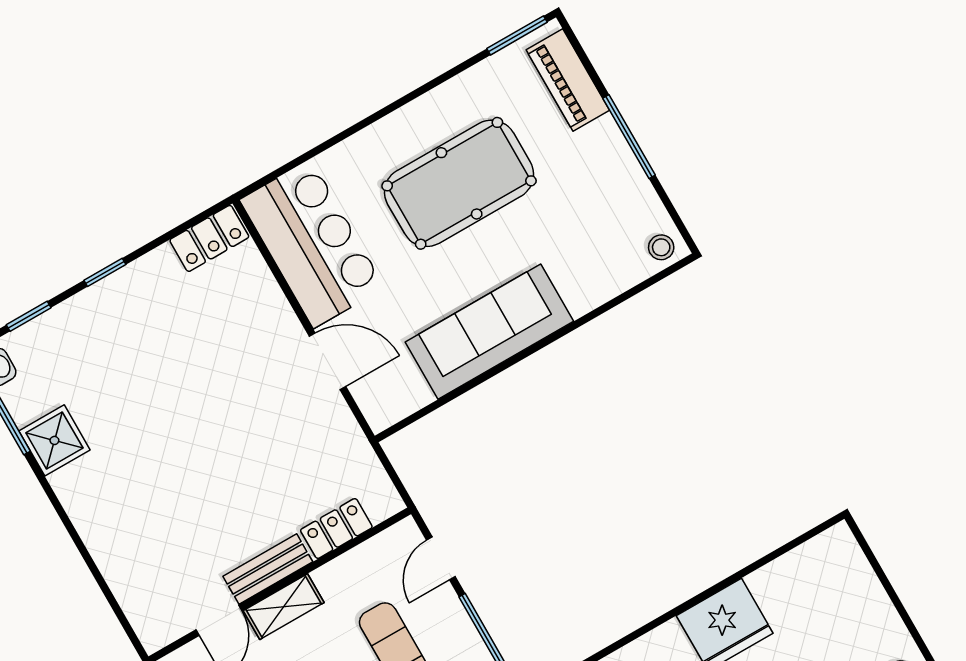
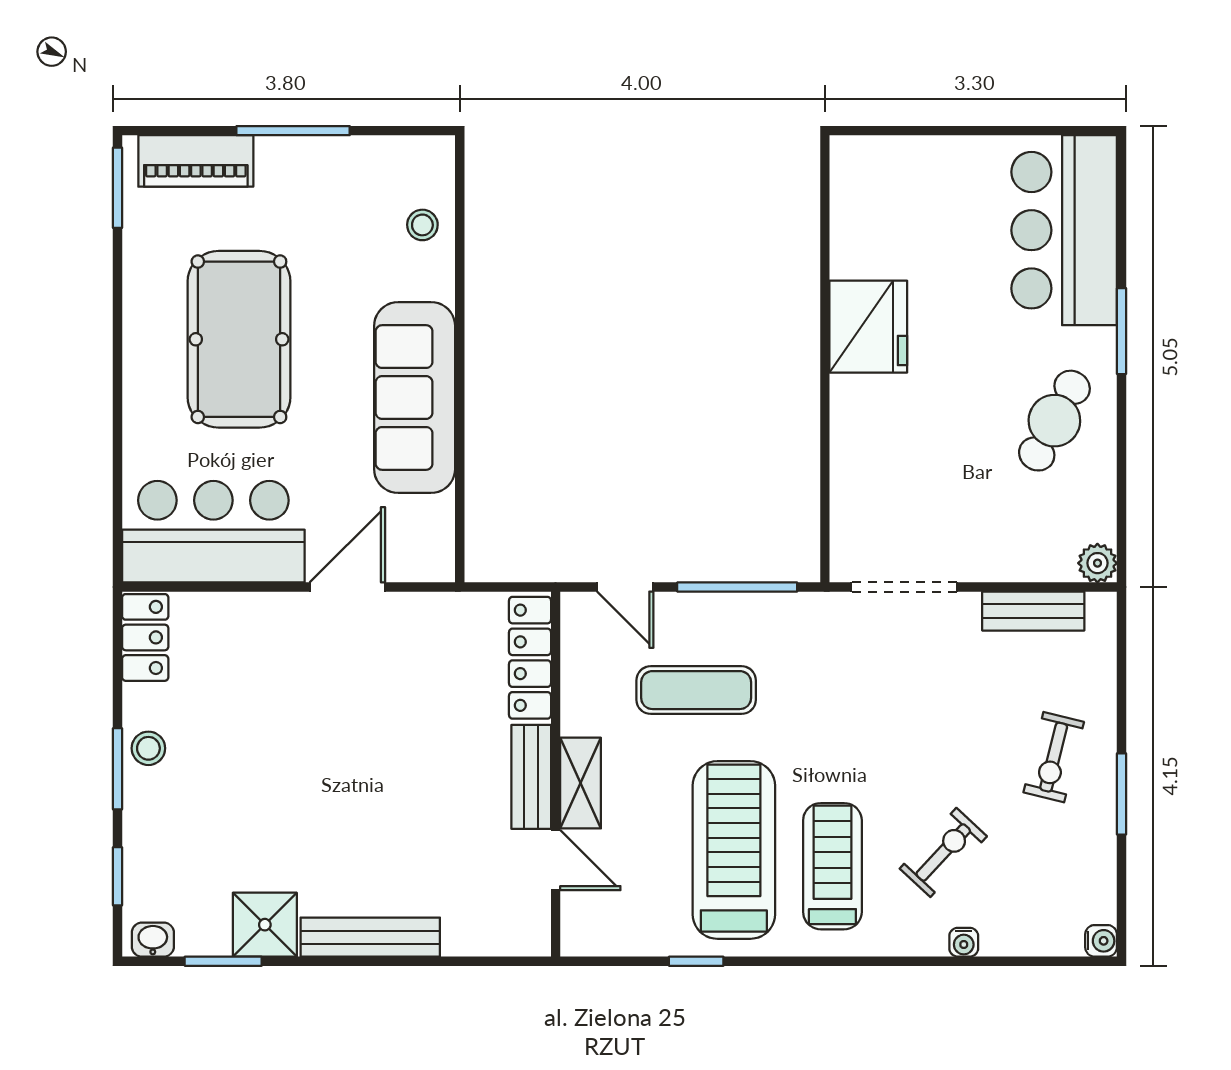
stool: (661, 247) -> (422, 225), moved
window: (105, 272) -> (117, 769), width x1.50
stool: (132, 286) -> (148, 748), added
bench: (89, 520) -> (370, 937), added
locker: (336, 529) -> (530, 658), width x1.53

